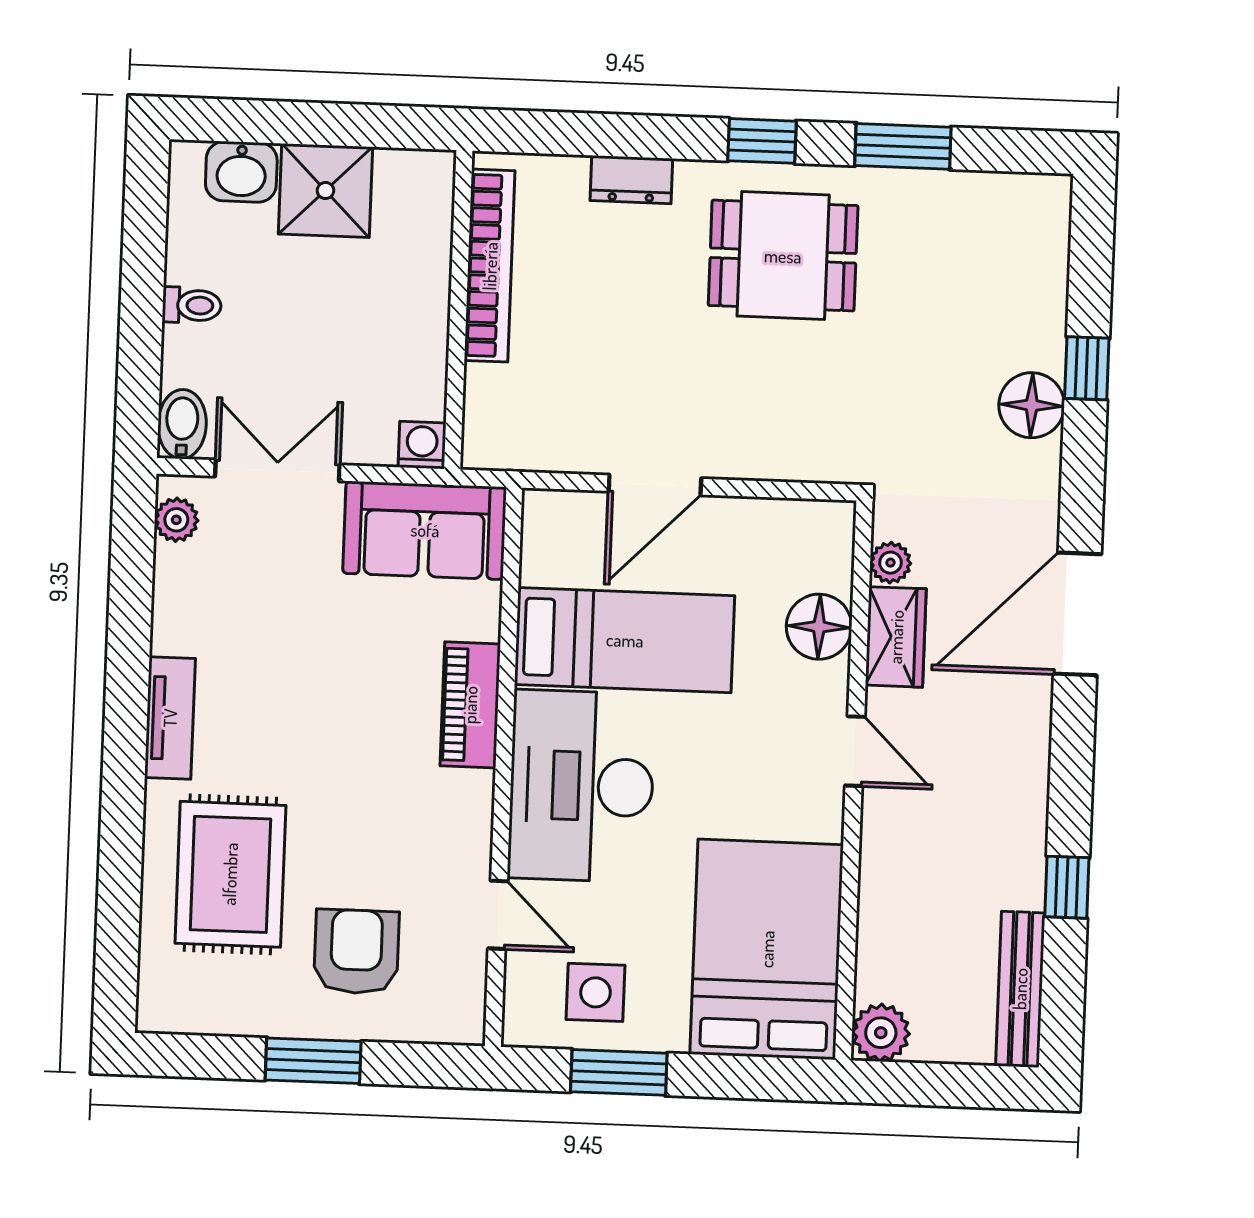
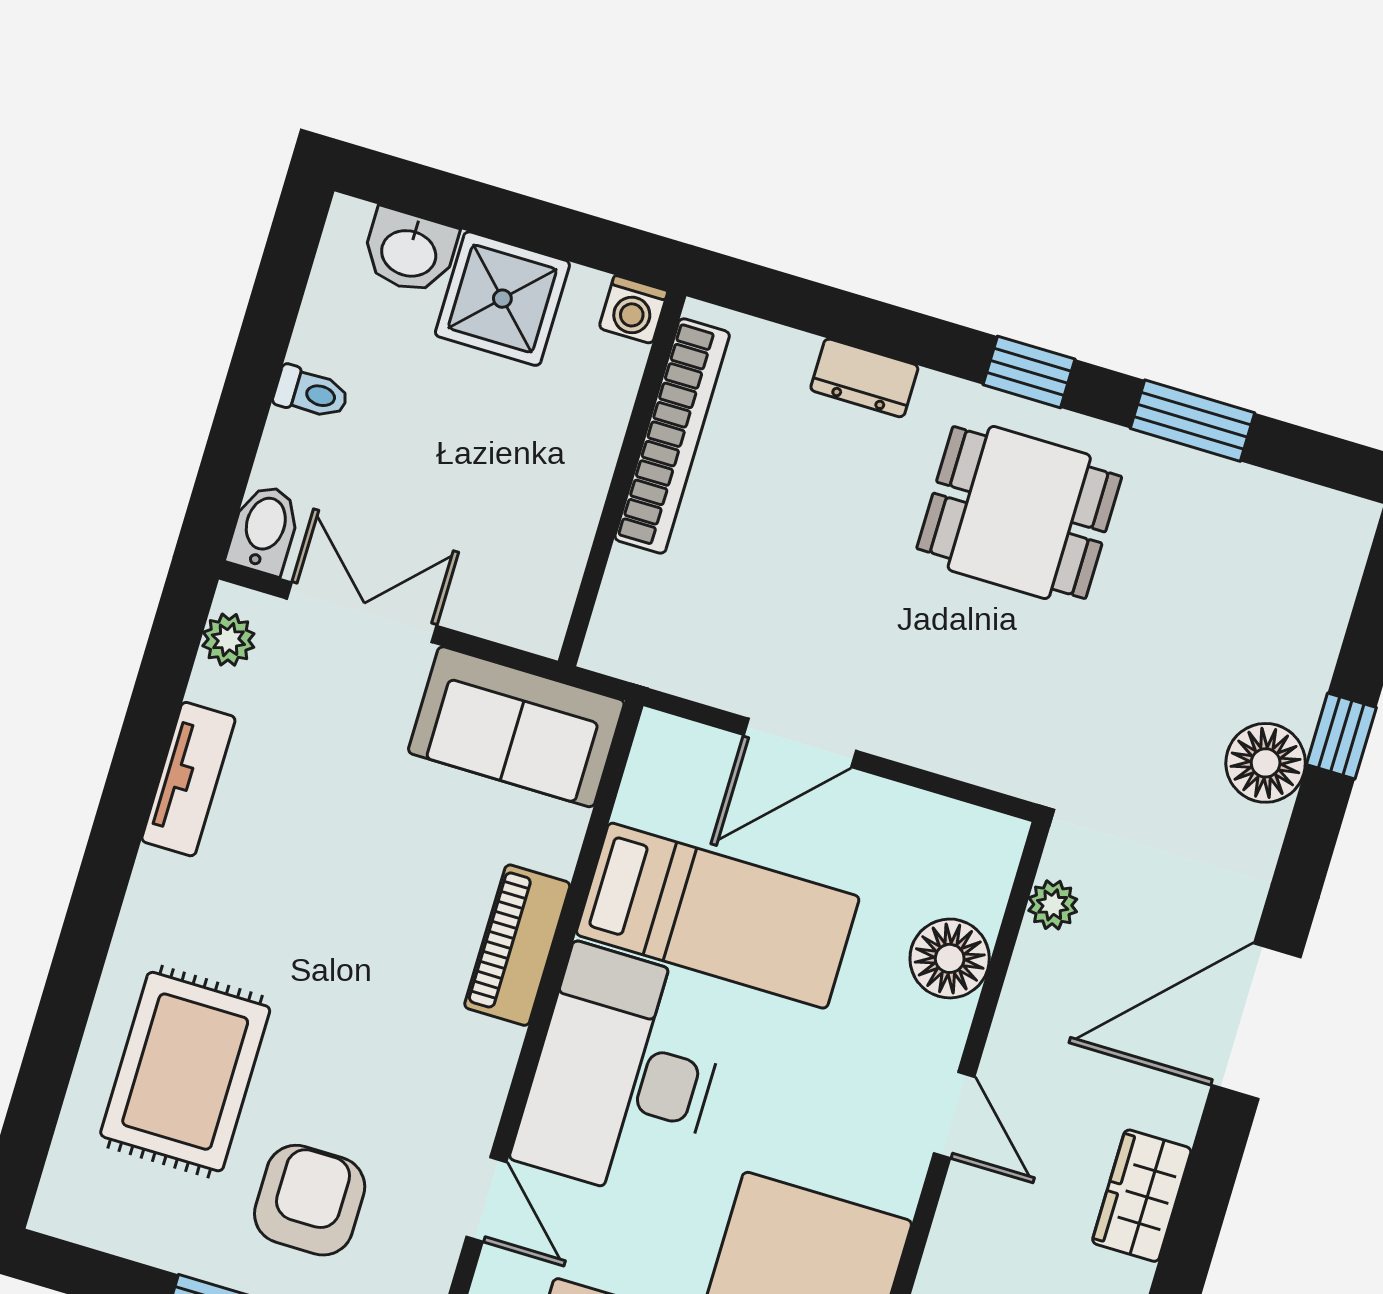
washing machine: (422, 445) -> (633, 310), moved, turned 180
wardrobe: (896, 637) -> (1142, 1196), moved, turned 180
tv unit: (170, 718) -> (188, 779), moved

